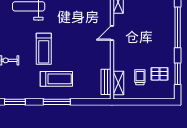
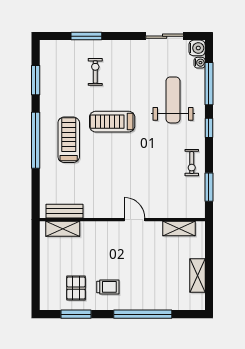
trolley: (140, 77) -> (108, 287), moved
treadmill: (56, 79) -> (69, 140), turned 180
window: (57, 102) -> (36, 140), width x1.46

